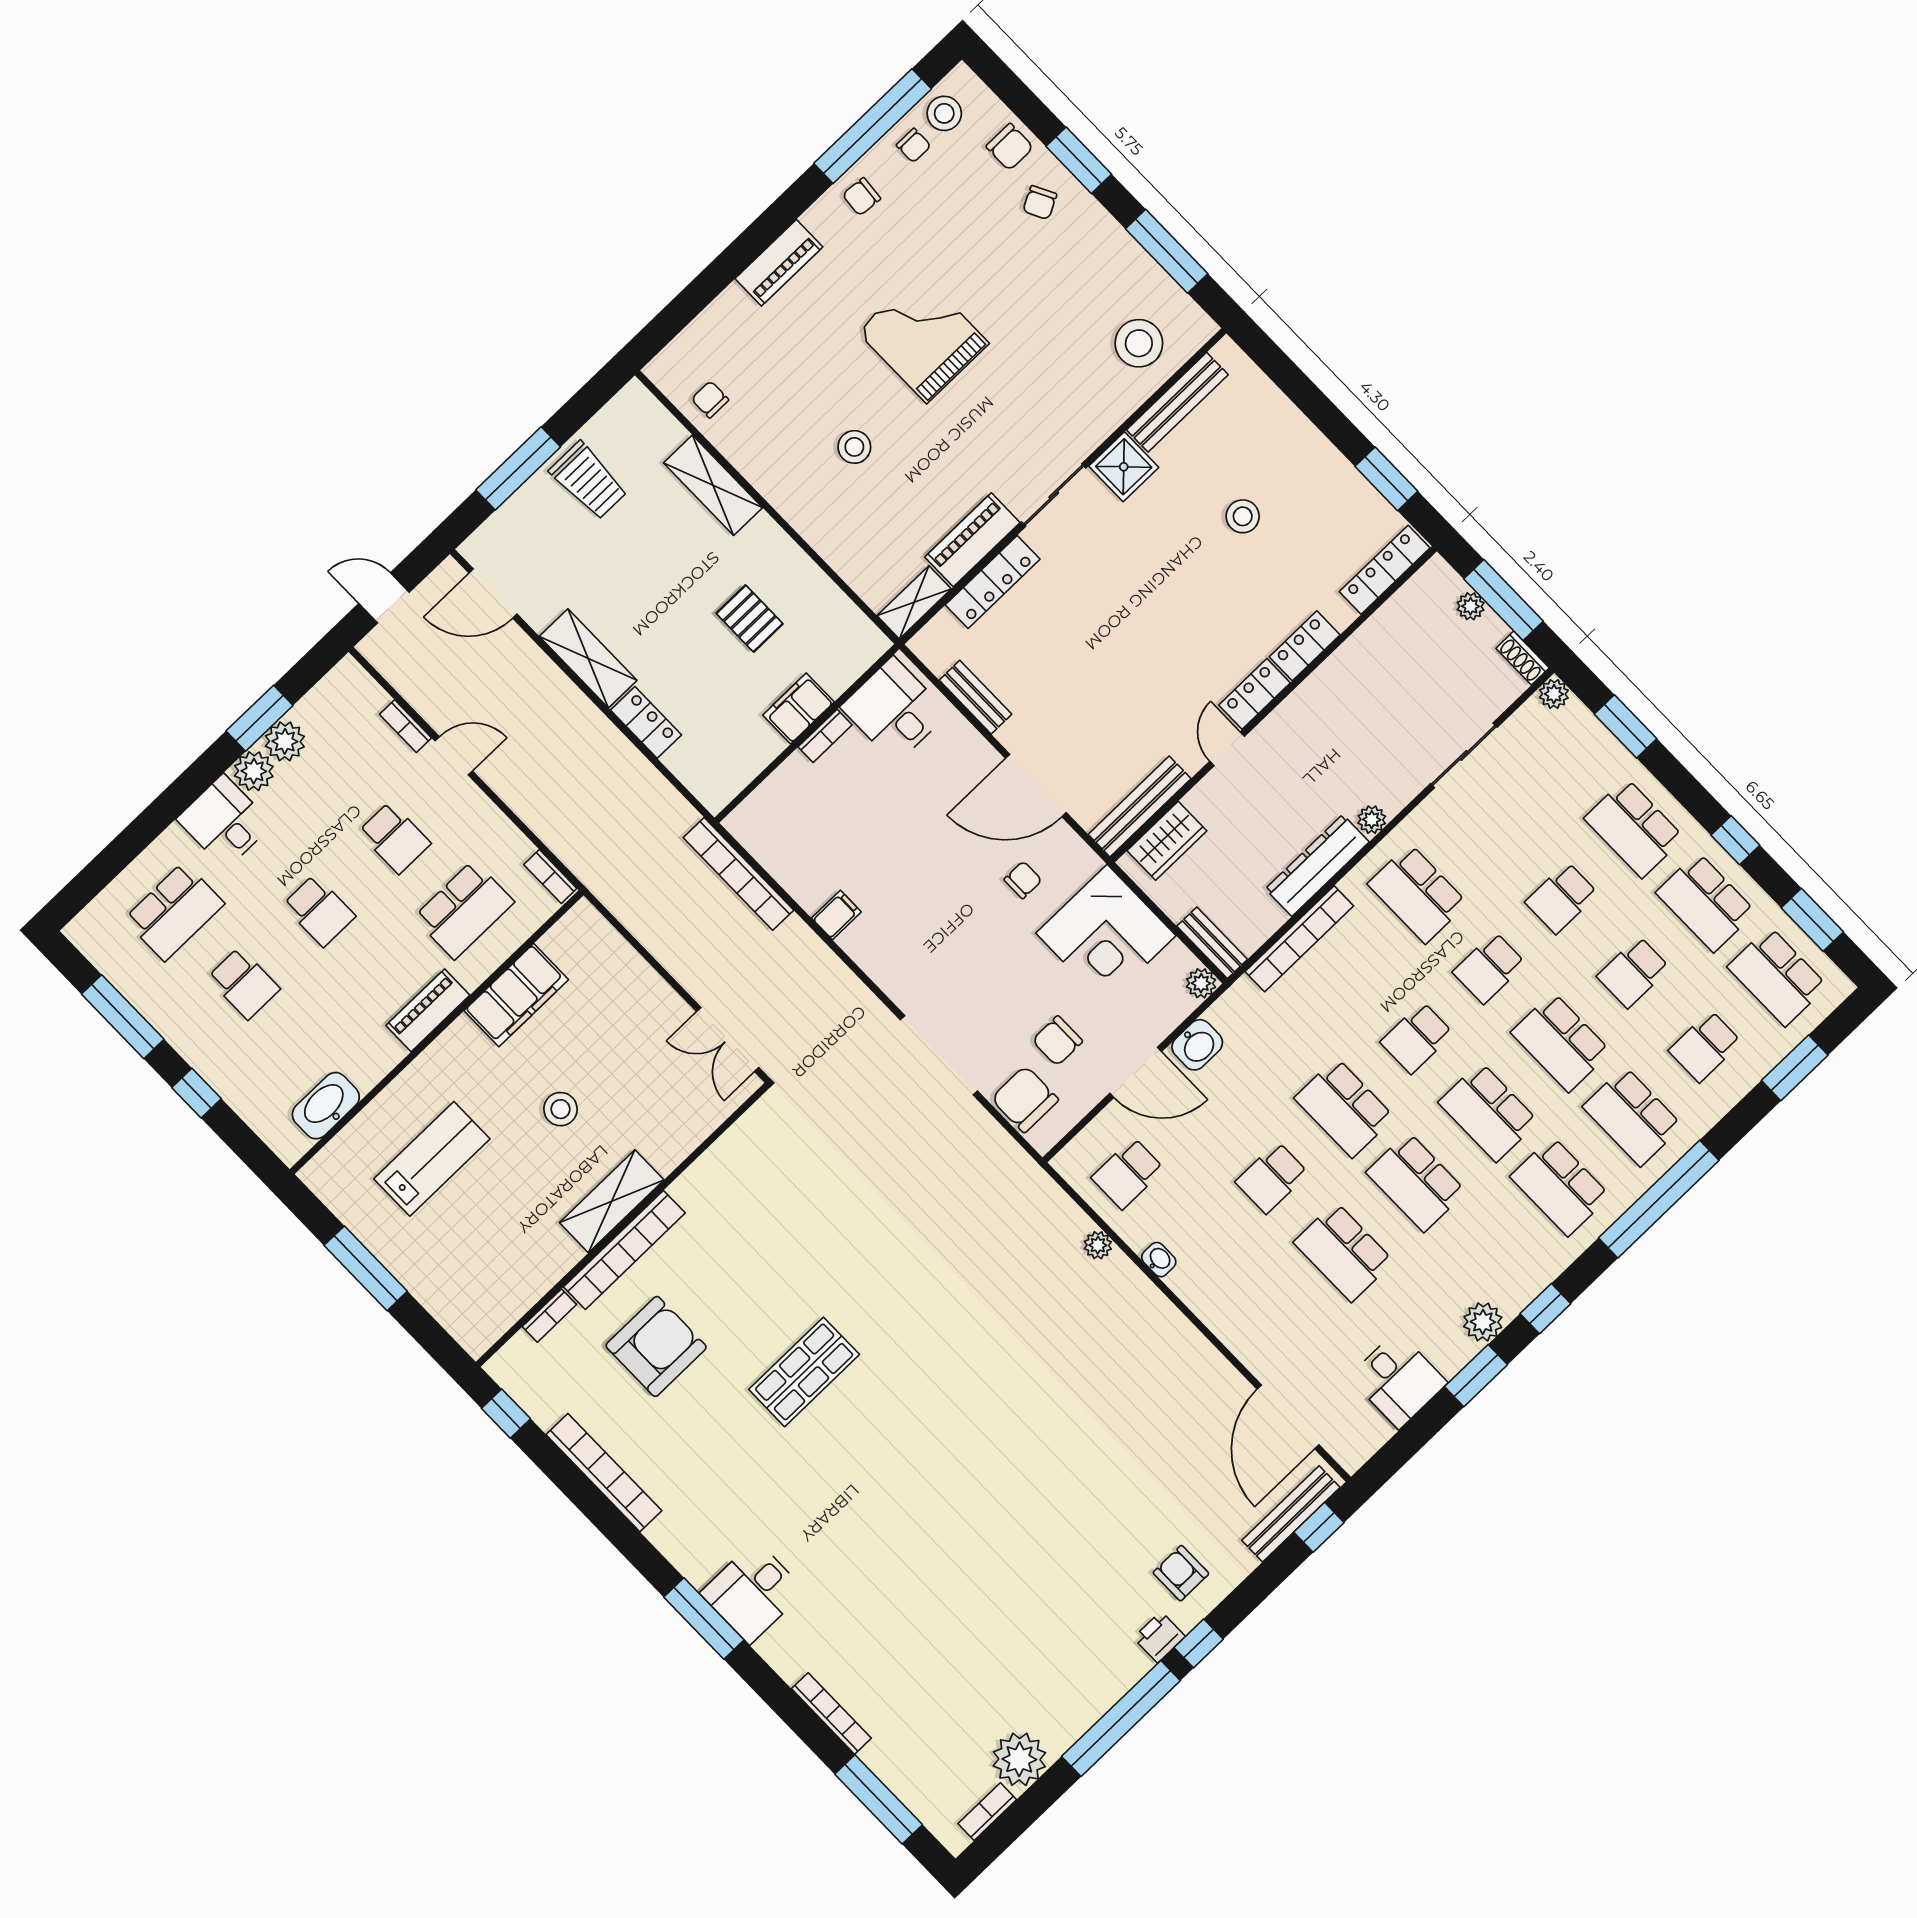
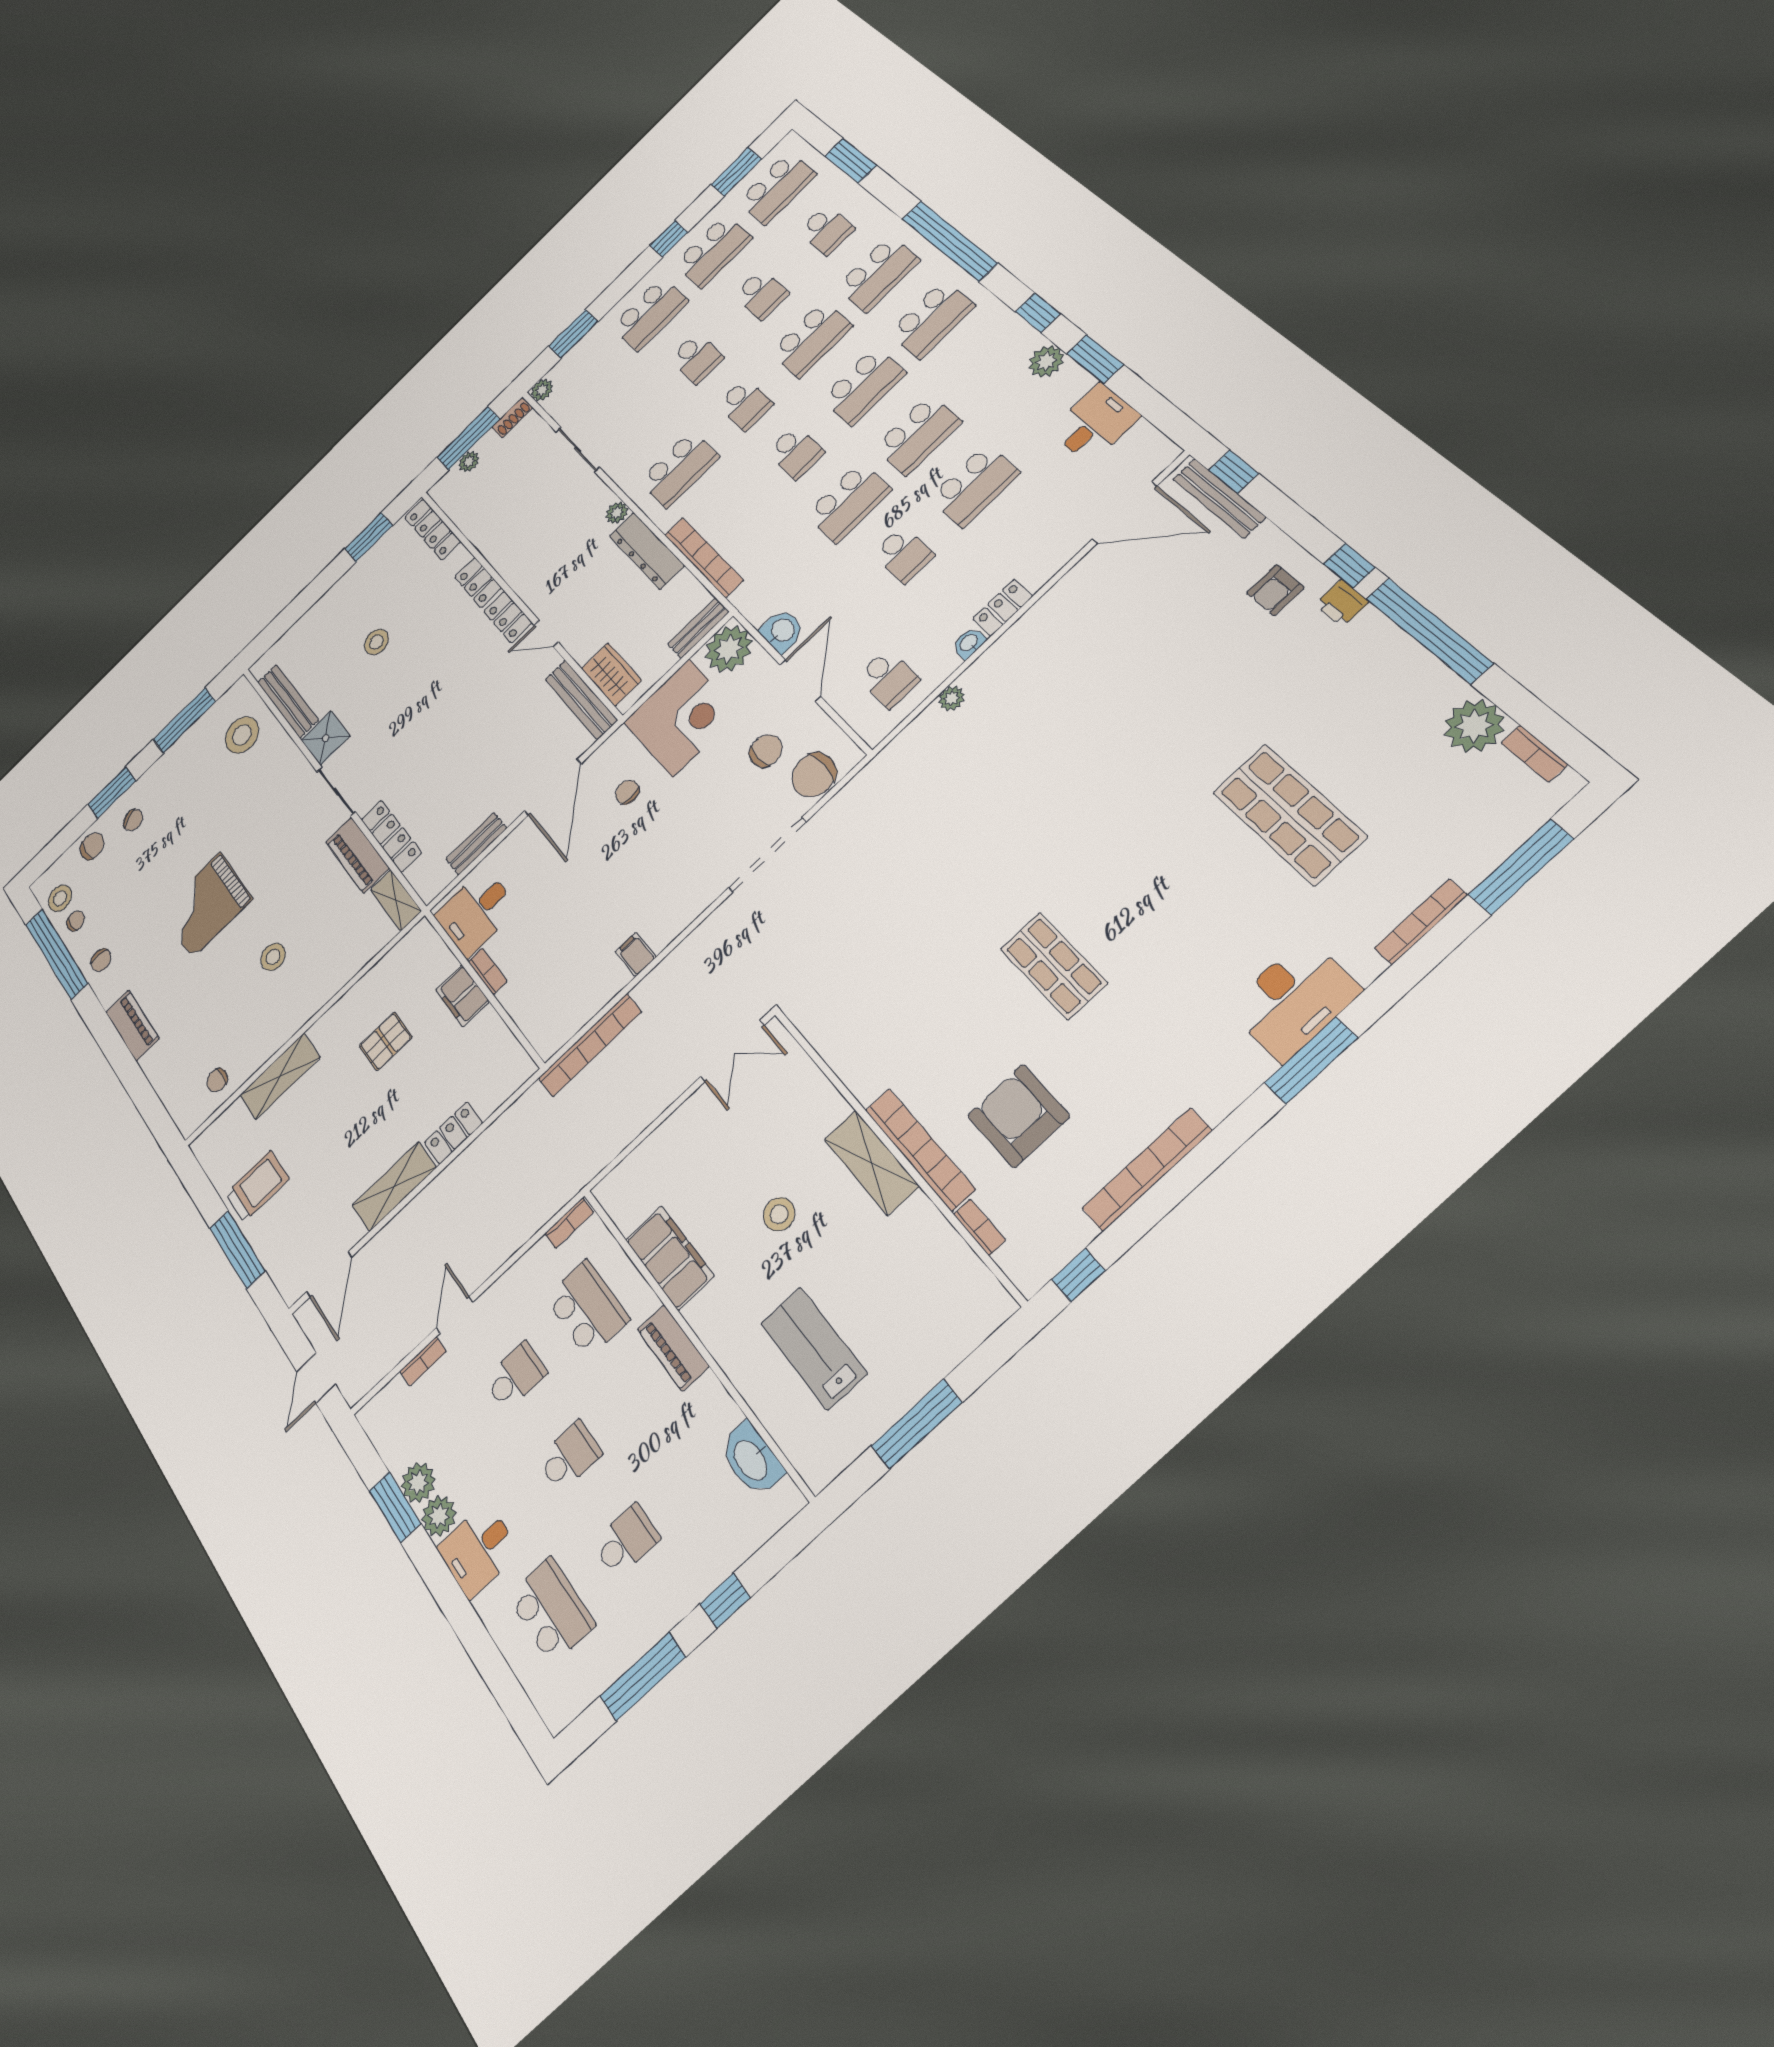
plant: (1201, 983) -> (729, 649), width x1.88, depth x1.88
chair: (1057, 1041) -> (766, 751), turned -90
locker: (1196, 1293) -> (1003, 607), added
desk: (753, 1592) -> (1294, 999), width x1.37
shop shelf: (944, 1593) -> (1289, 814), added

